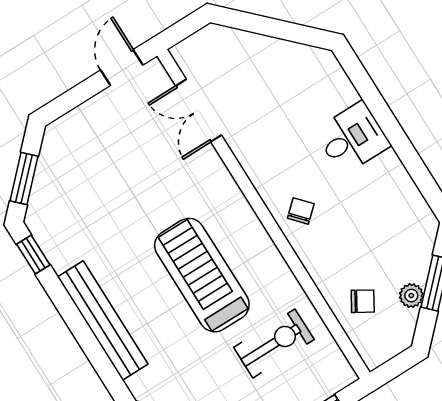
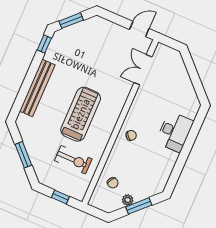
desk: (352, 138) -> (175, 132), width x1.37

